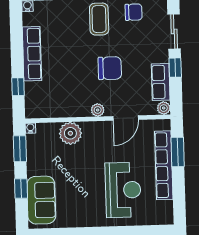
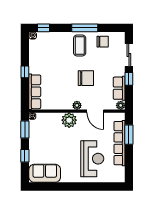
row of seats: (32, 54) -> (35, 92), moved
window: (18, 87) -> (25, 72), moved
door: (126, 118) -> (95, 111), hinge flipped
plant: (70, 133) -> (69, 120), moved
sofa: (41, 200) -> (45, 173), moved, turned -90

